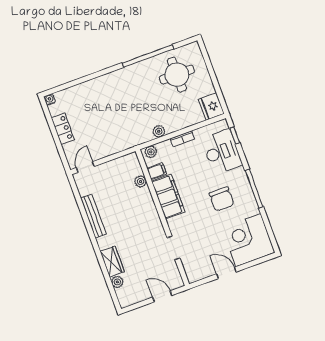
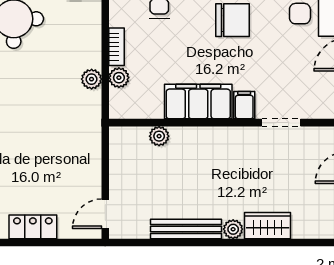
plant: (151, 152) -> (119, 78), moved
door: (85, 167) -> (105, 214), hinge flipped
filing cabinet: (157, 171) -> (244, 105), moved
plant: (117, 282) -> (233, 229), moved

